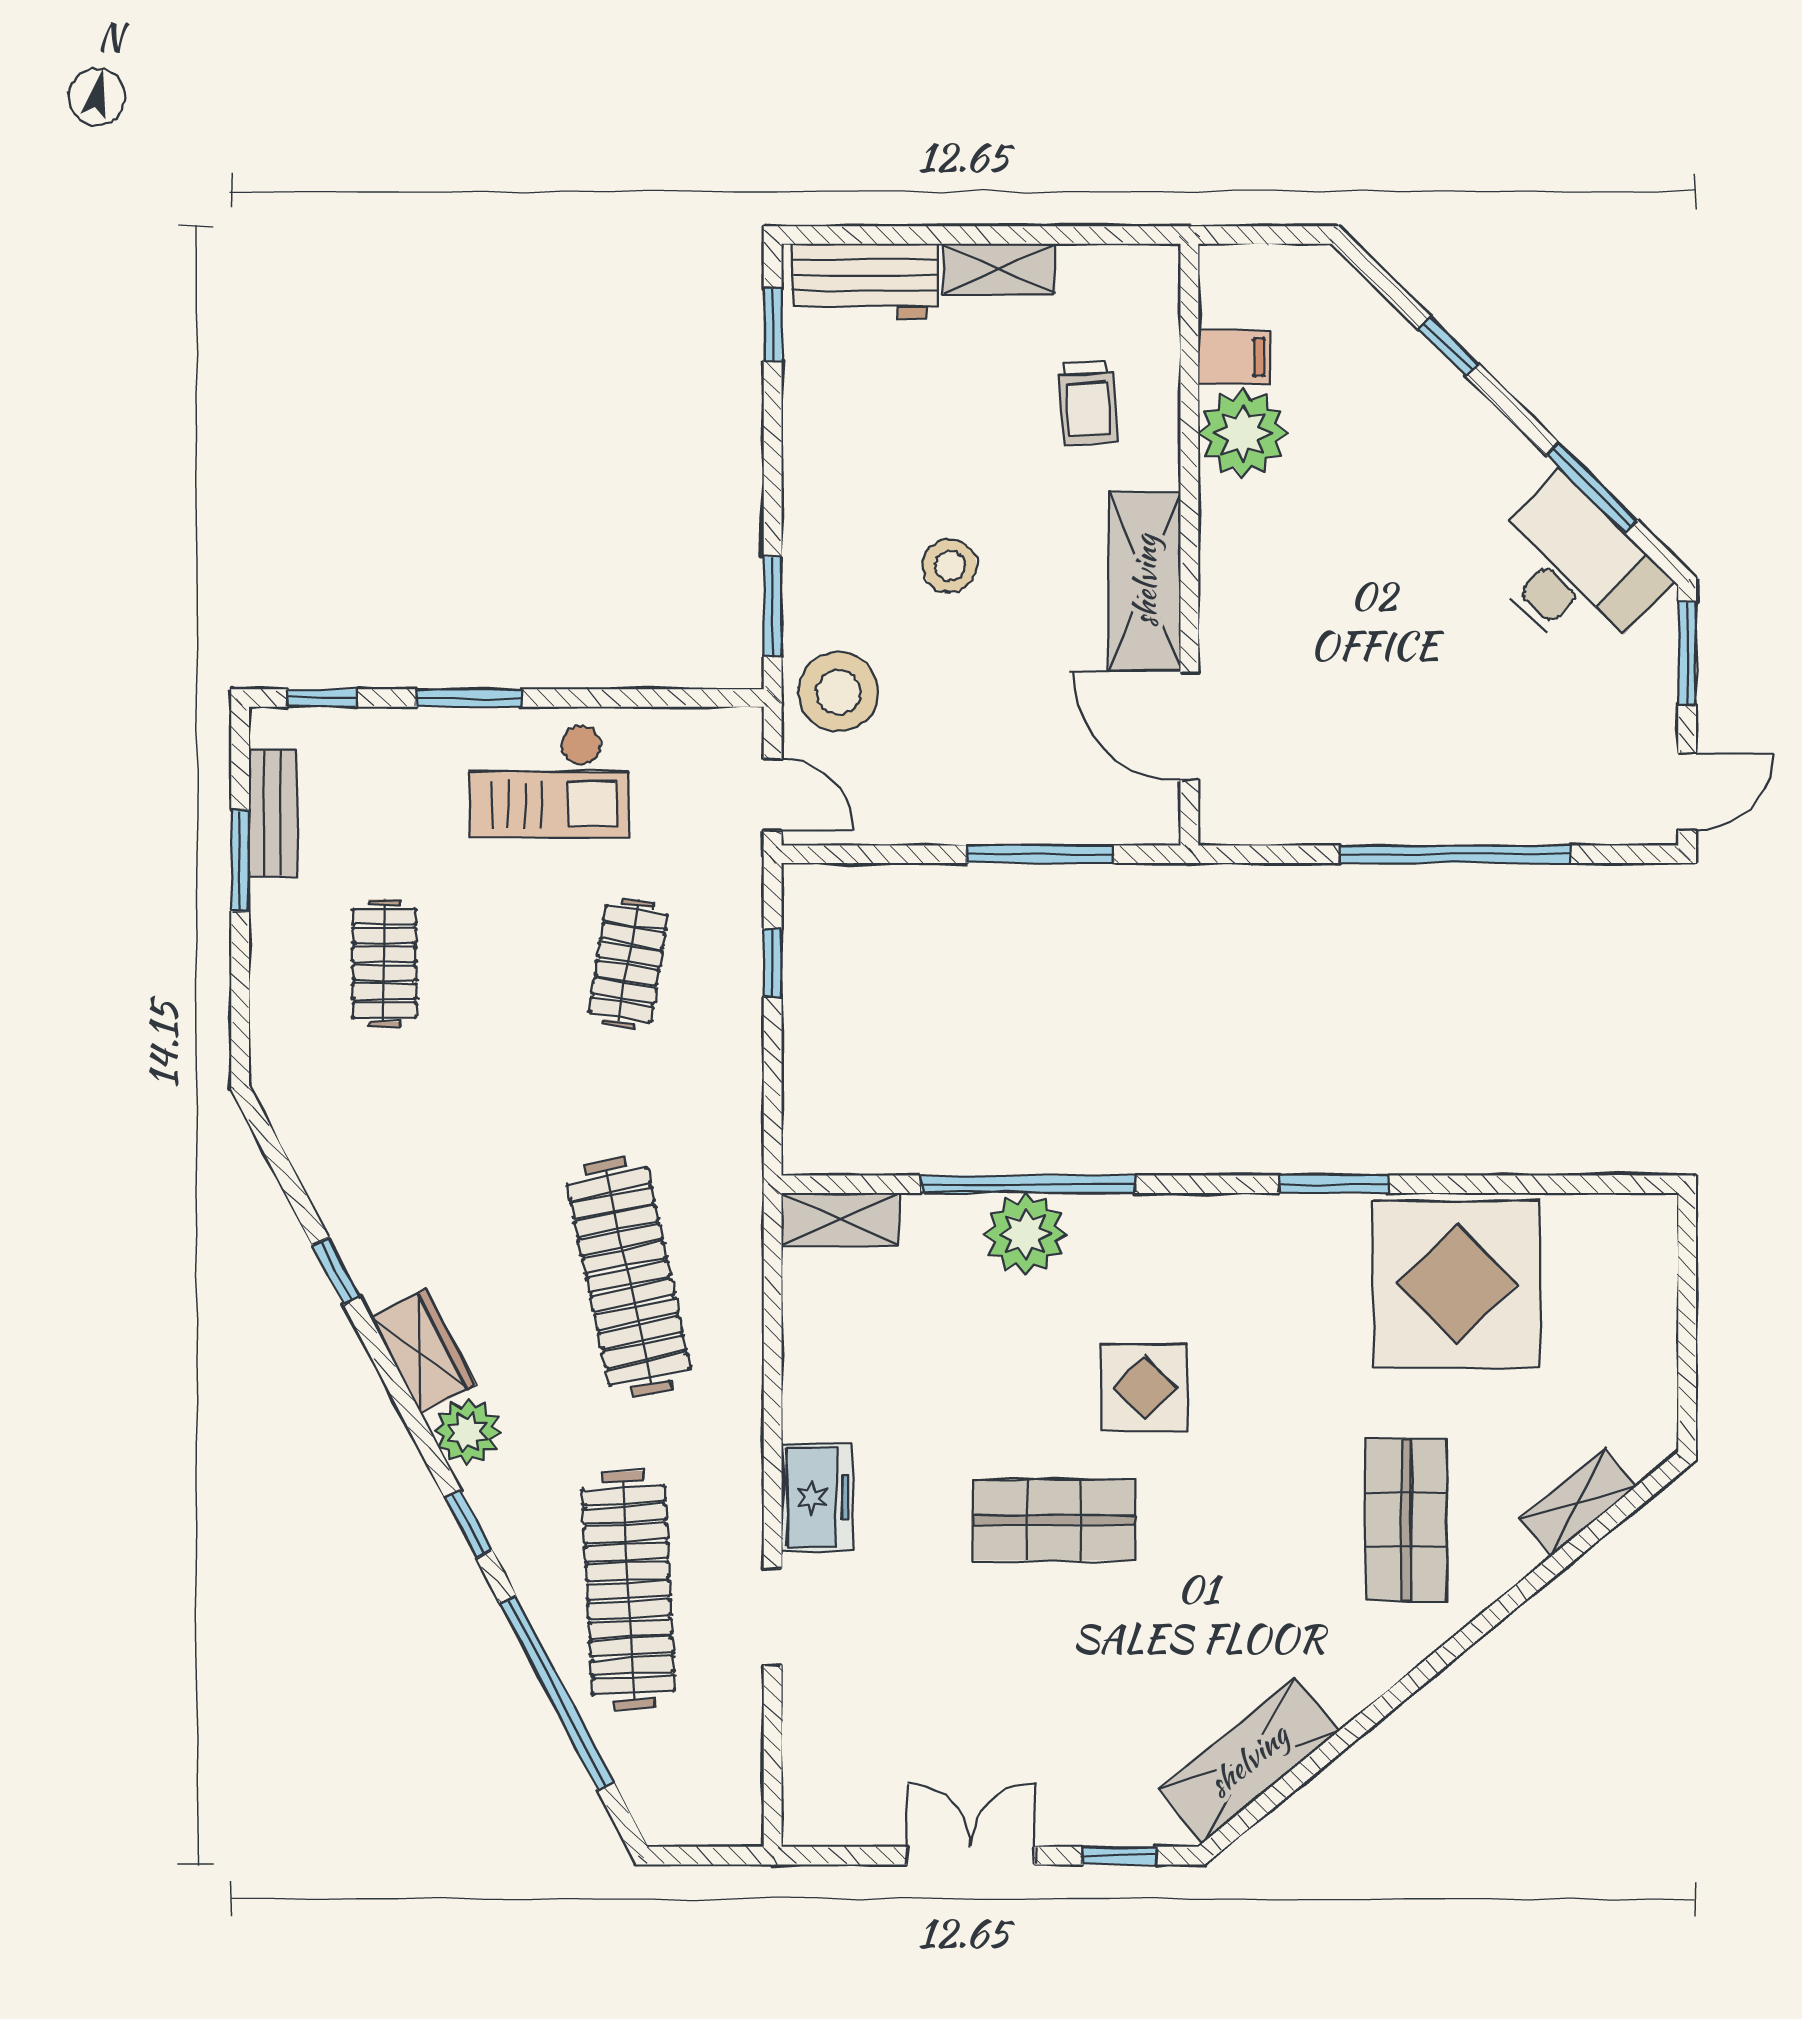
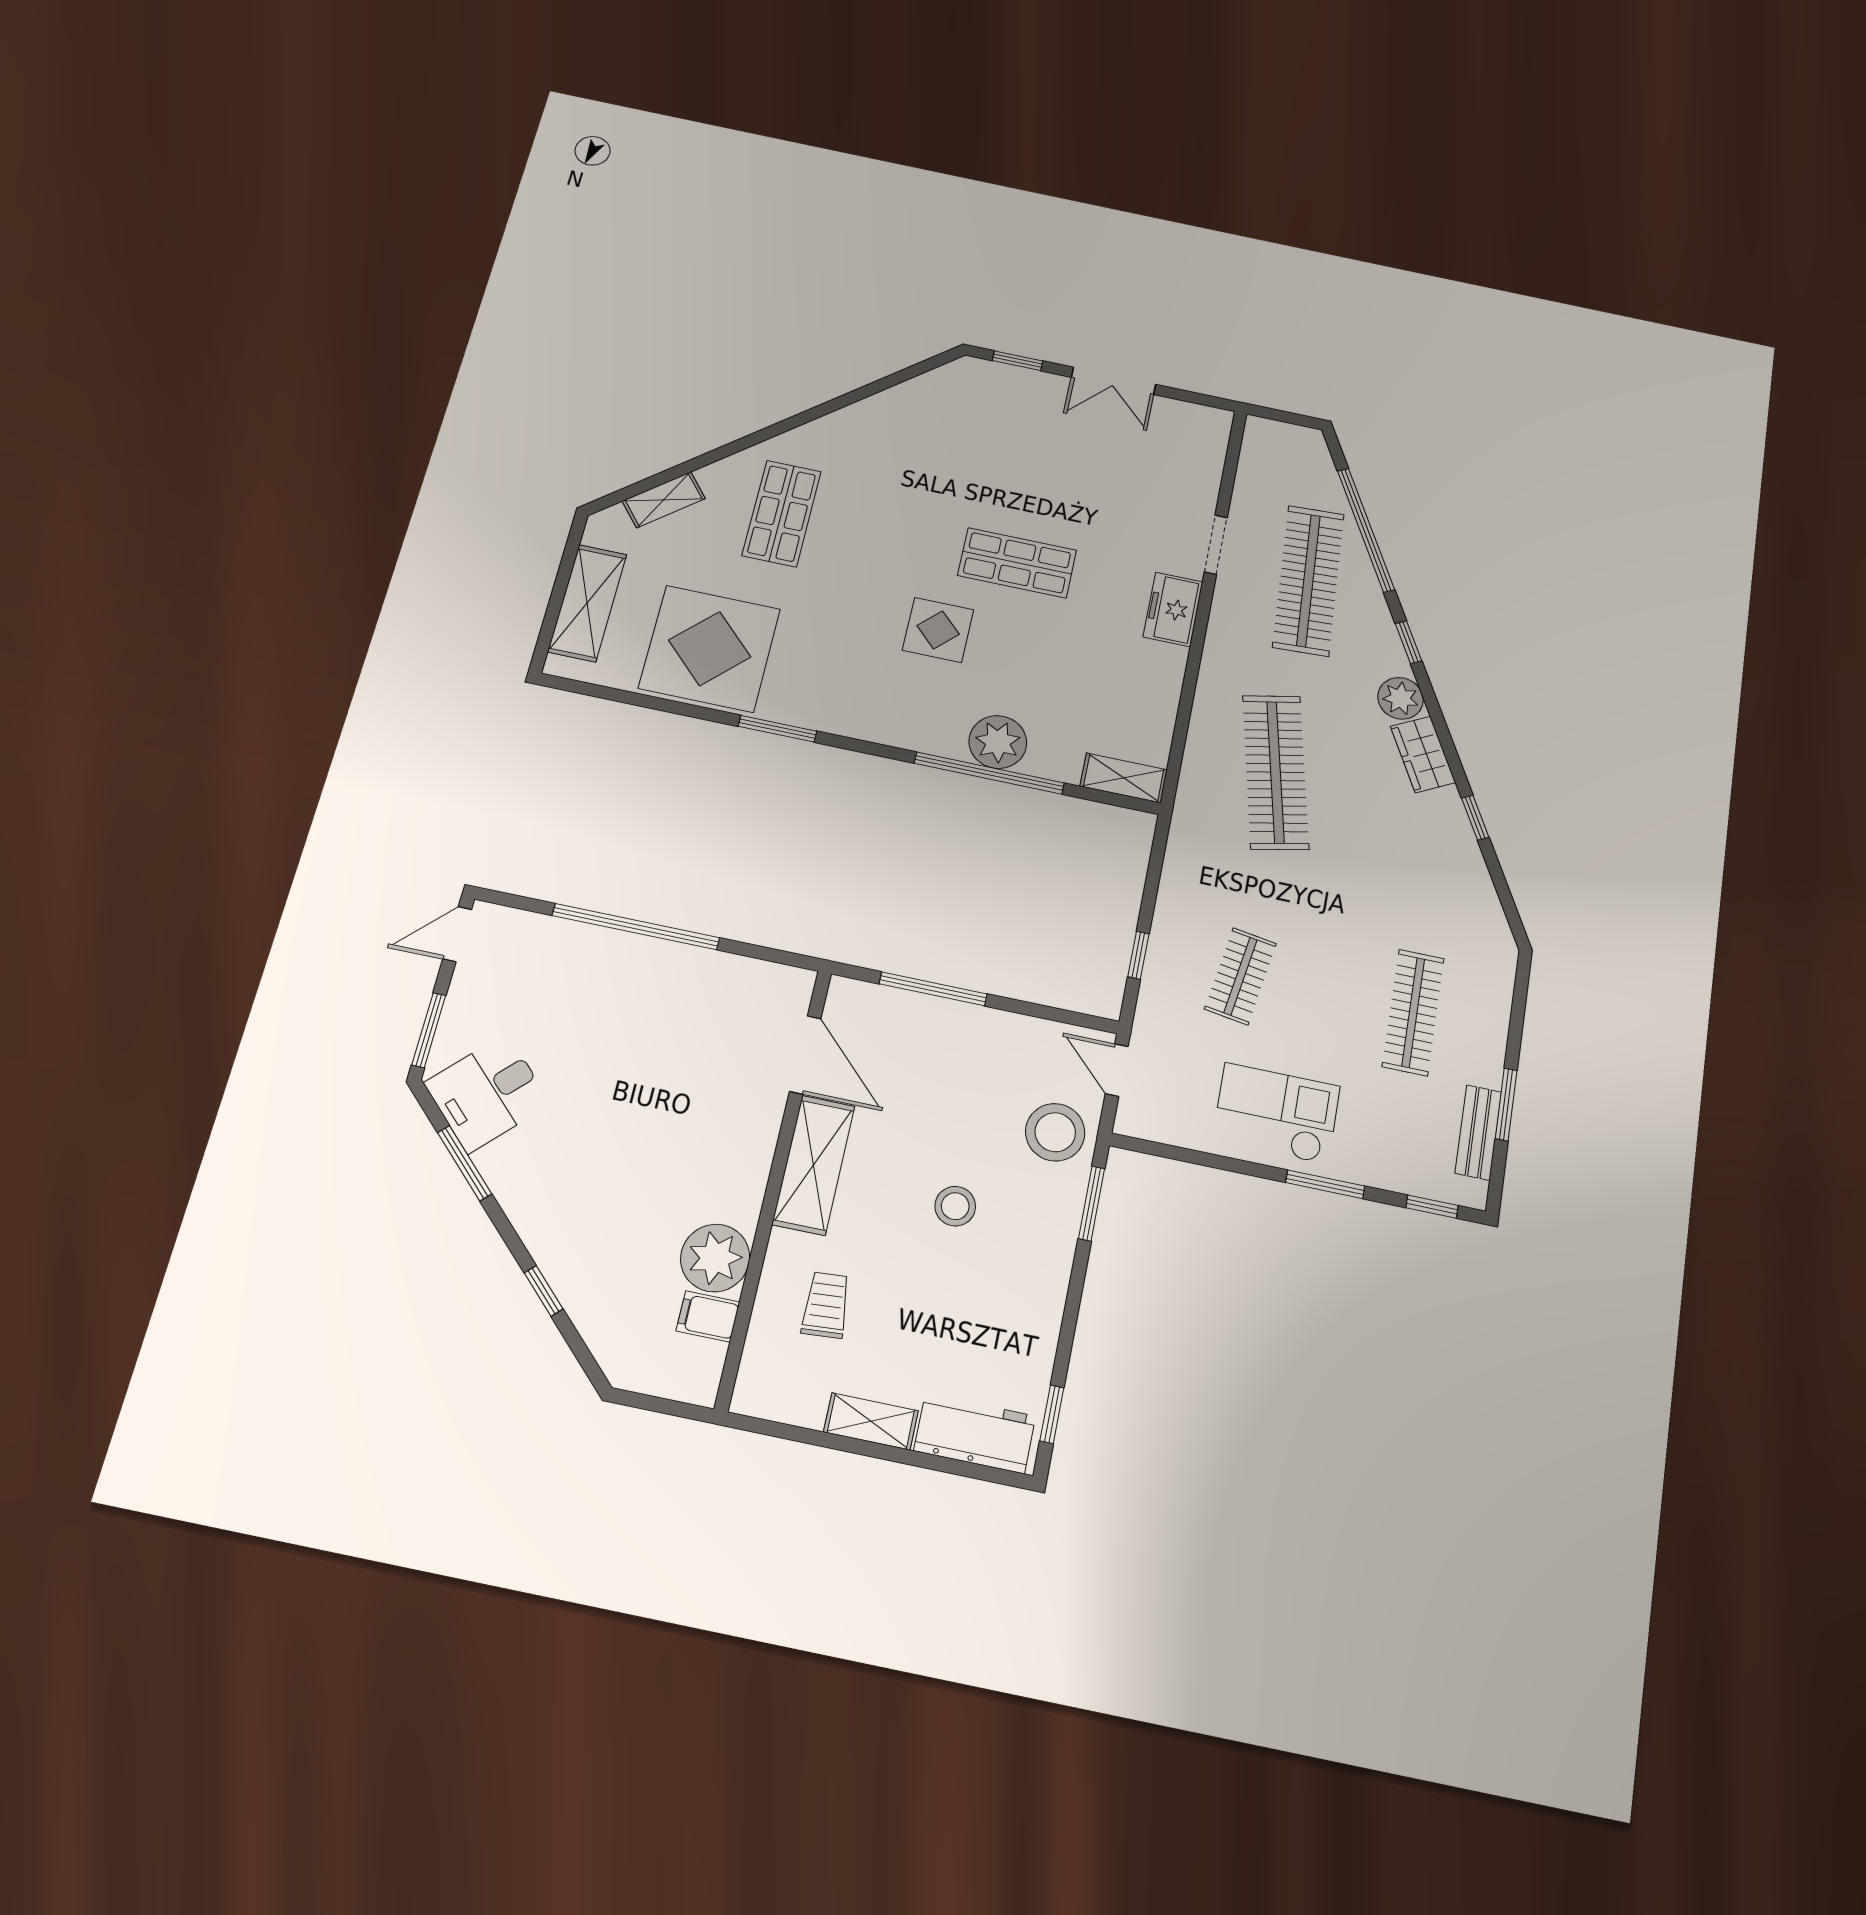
desk: (1573, 570) -> (487, 1093), width x0.73
clothes rail: (384, 963) -> (1413, 1012), width x1.36
shelving: (1248, 1760) -> (587, 603), moved, turned -51

